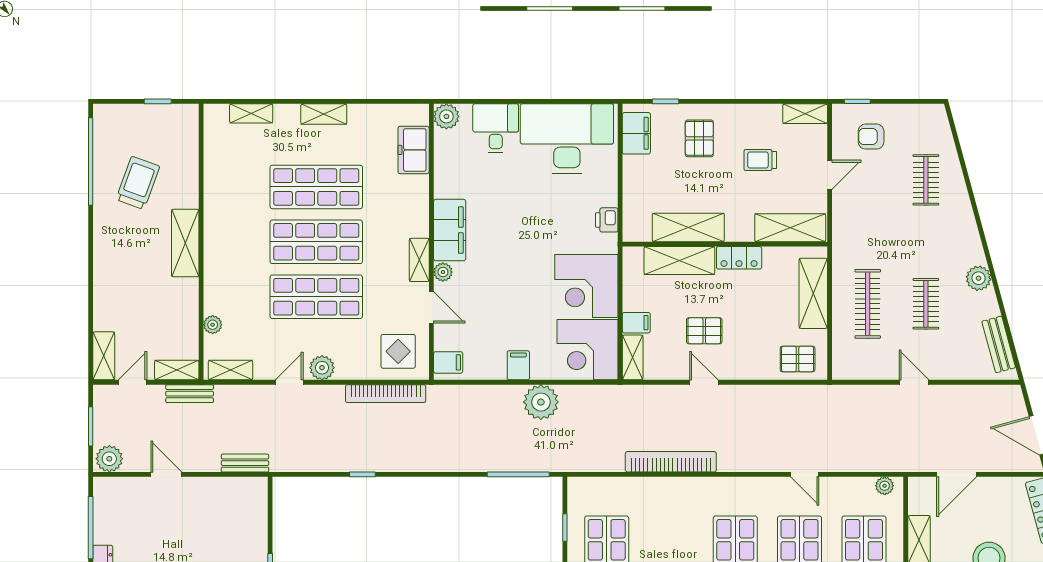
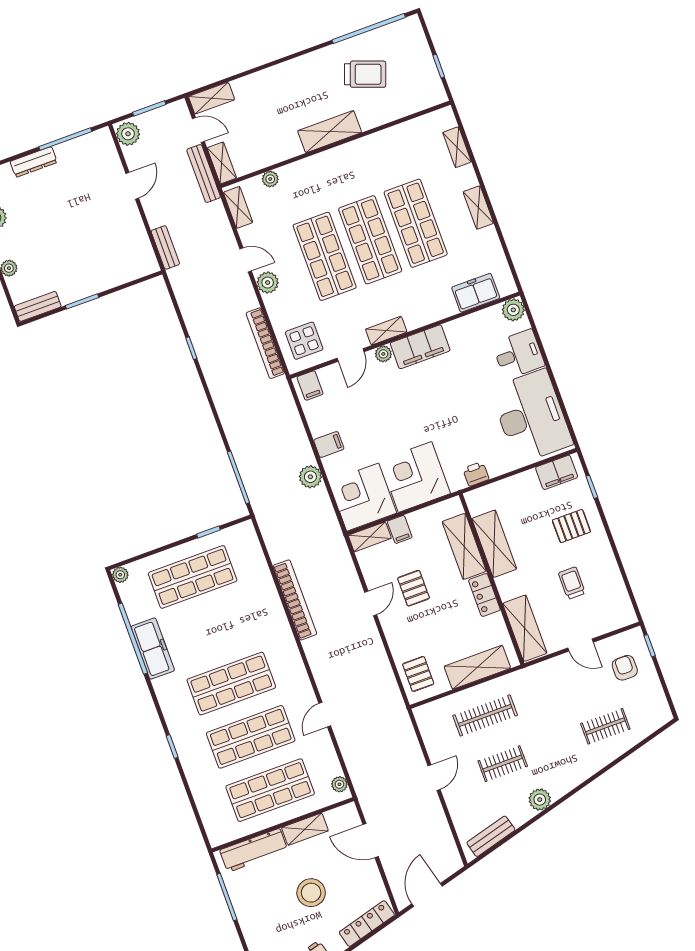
shelving: (805, 114) -> (624, 606), removed
bench: (190, 394) -> (204, 174), width x1.36
plant: (541, 402) -> (310, 477), width x0.73, depth x0.73

